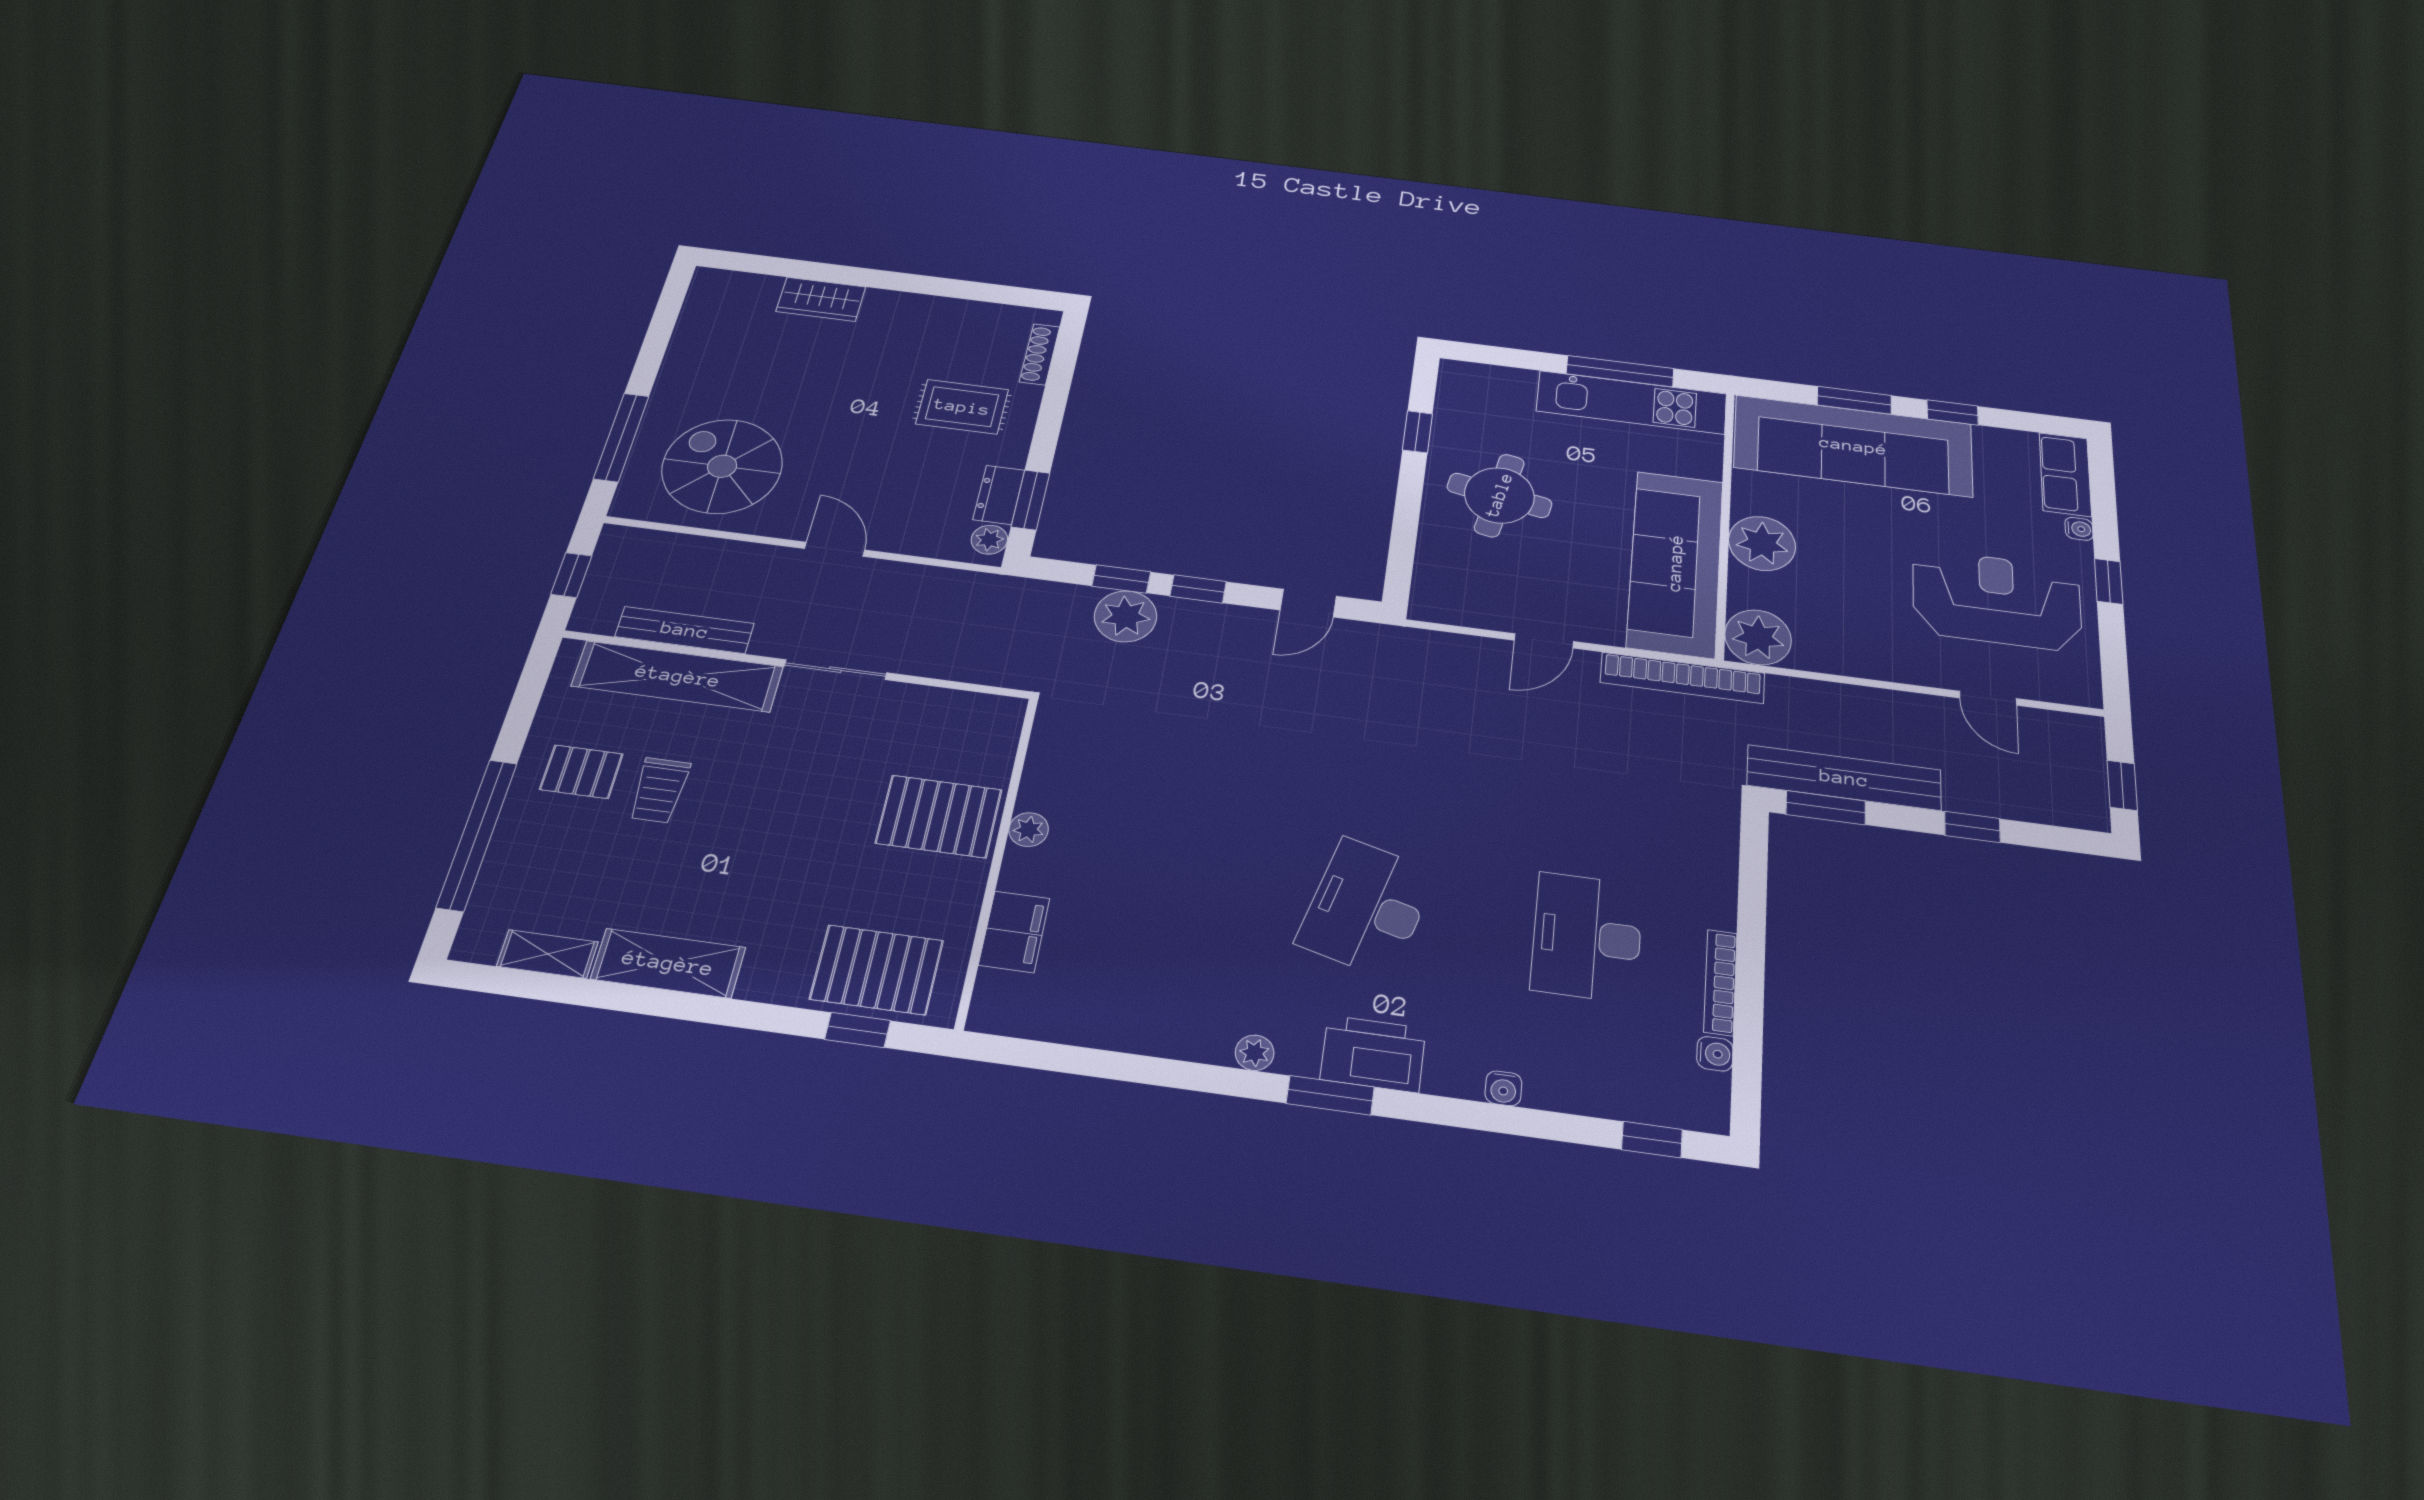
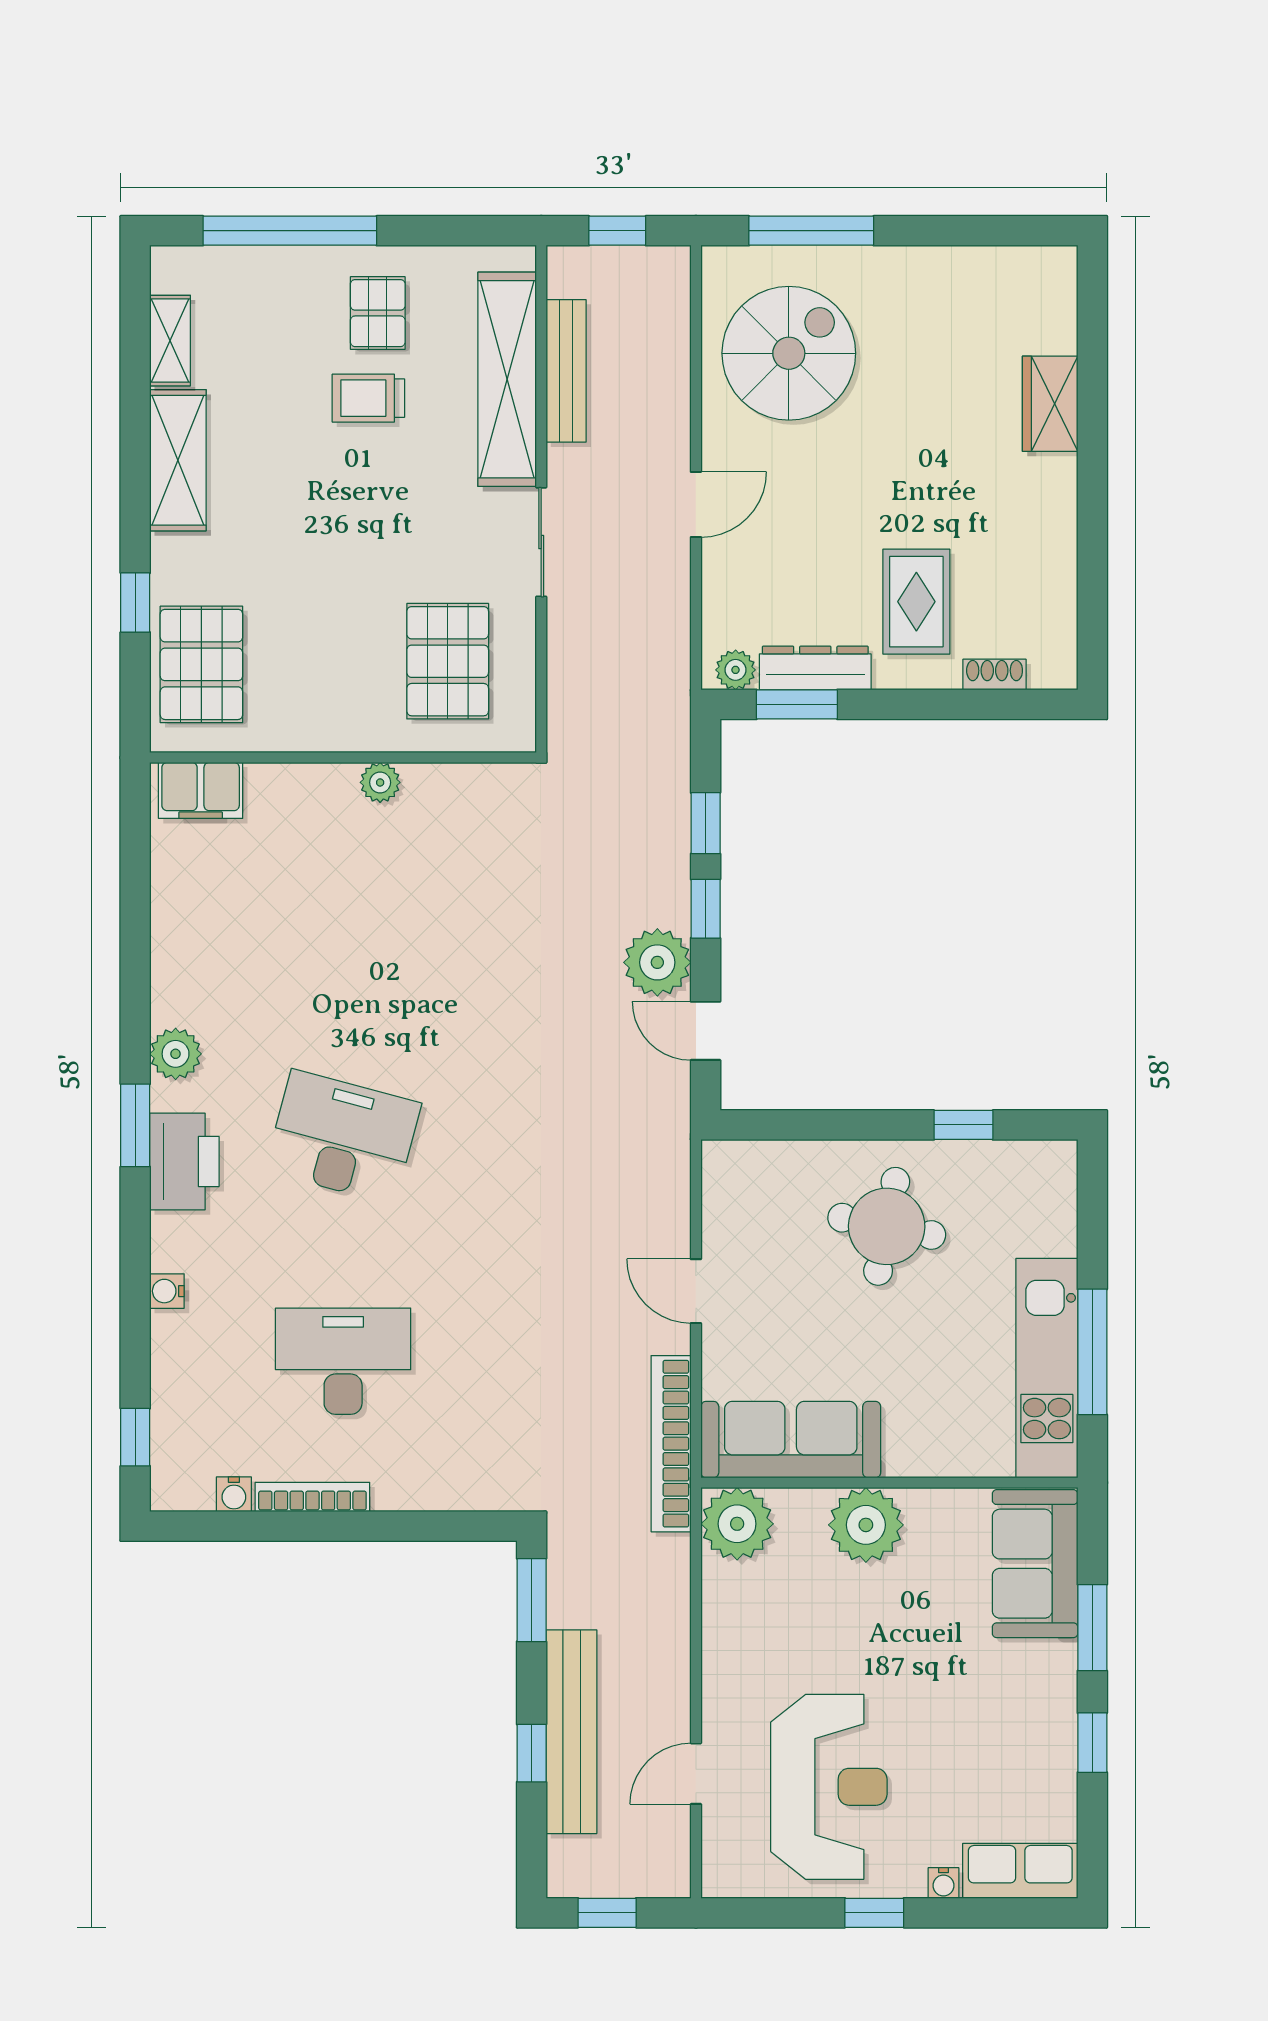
shoe rack: (1040, 354) -> (995, 675), width x0.70
sofa: (1853, 446) -> (1035, 1564), width x0.54, depth x0.79
dresser: (999, 495) -> (815, 668), width x1.44
sofa: (1675, 563) -> (791, 1440), width x0.74, depth x0.79
plant: (1125, 616) -> (657, 962), moved
bench: (1844, 778) -> (571, 1732), moved
pallet: (939, 816) -> (448, 661), moved
filing cabinet: (1014, 932) -> (201, 790), moved
window: (858, 1030) -> (135, 603), moved
plant: (1255, 1053) -> (176, 1054), width x1.38, depth x1.38

